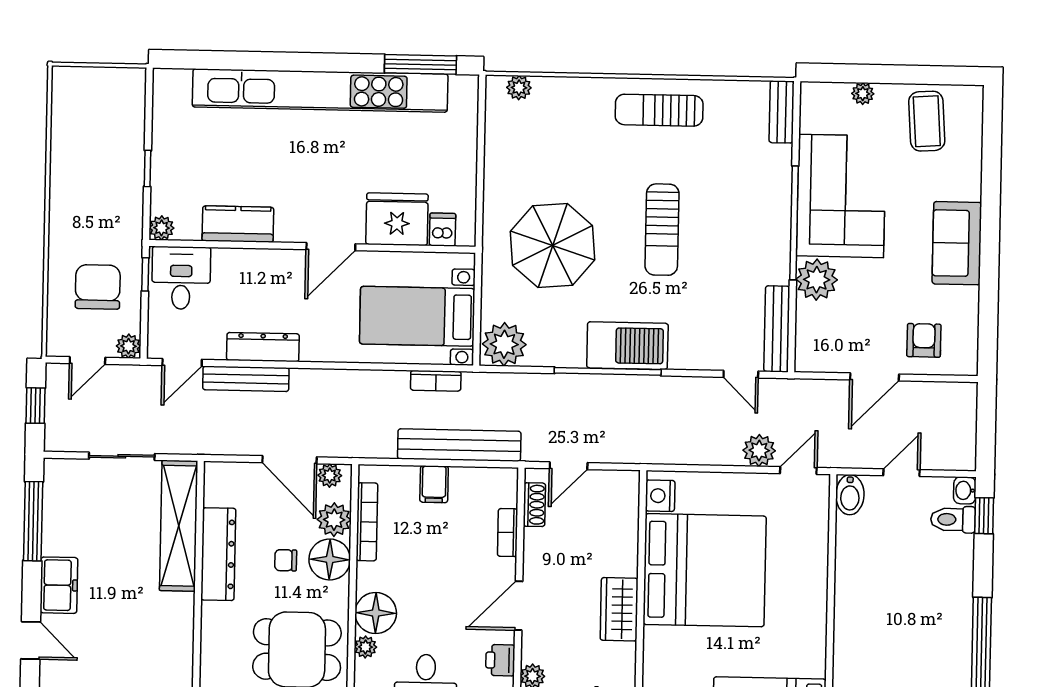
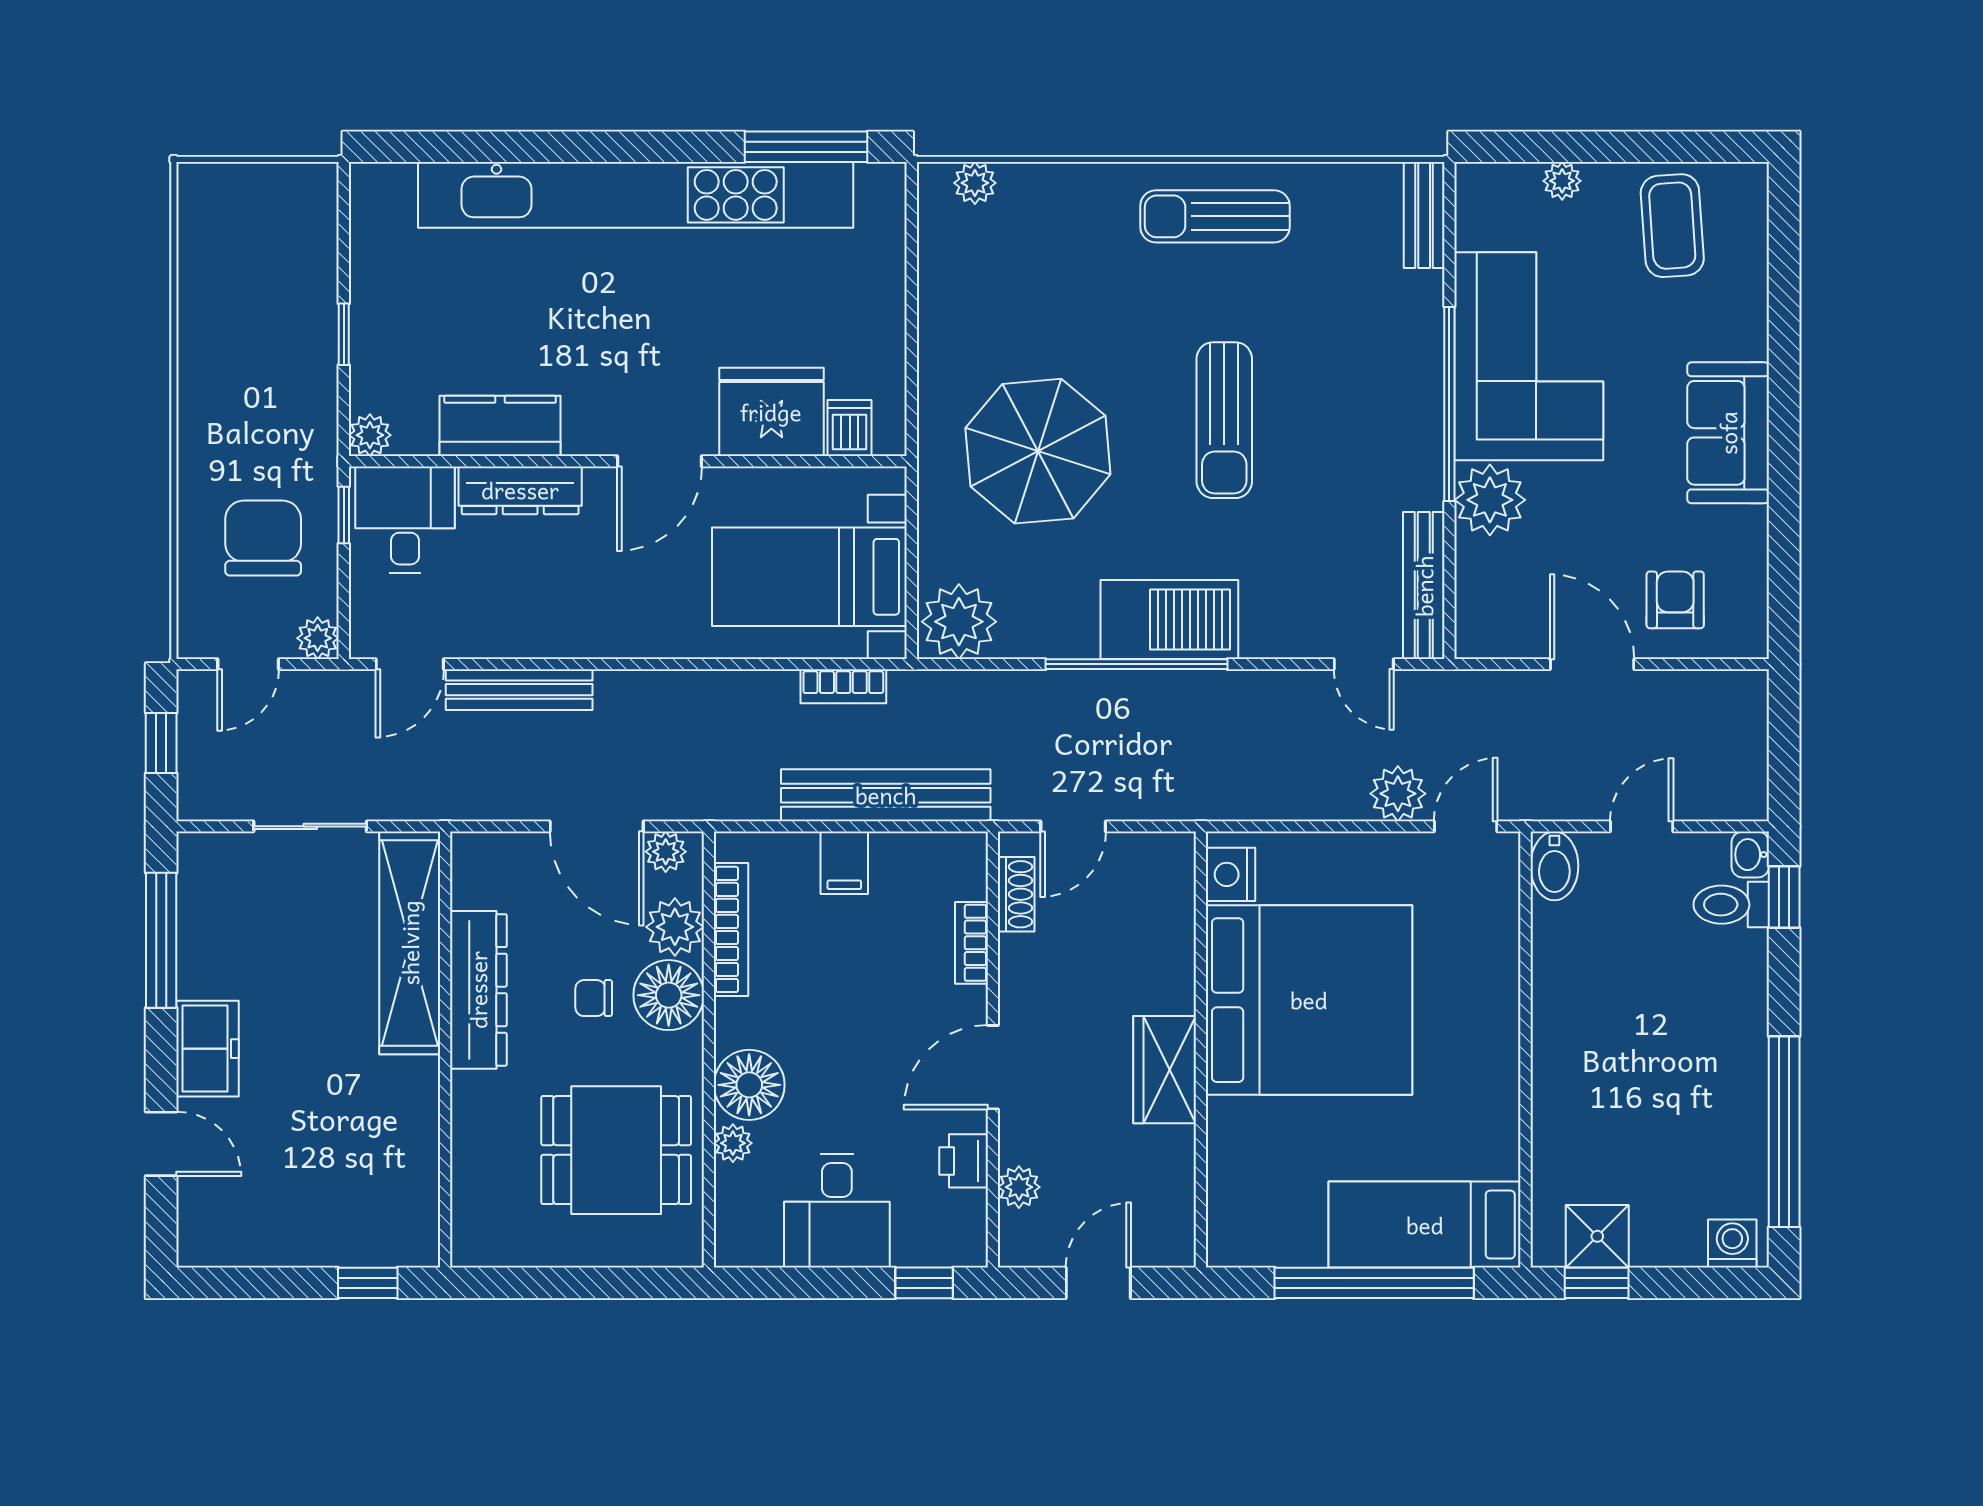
dresser: (263, 347) -> (520, 490), moved, turned 180
door: (874, 377) -> (1592, 664), swing flipped

